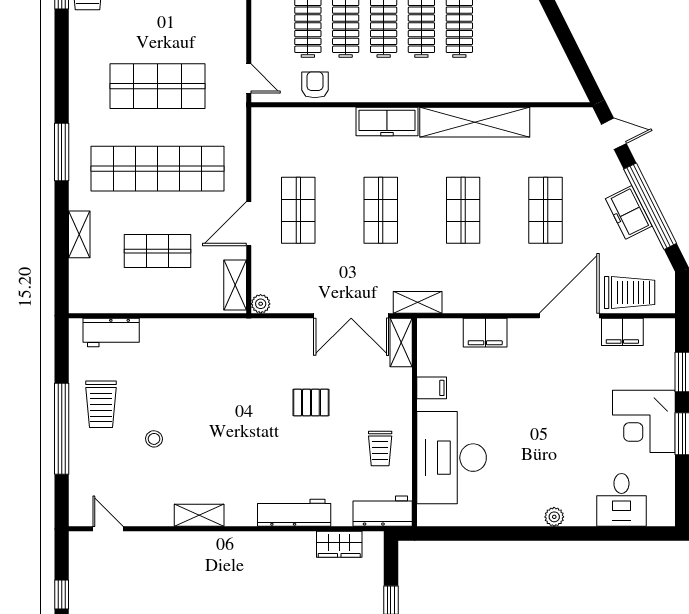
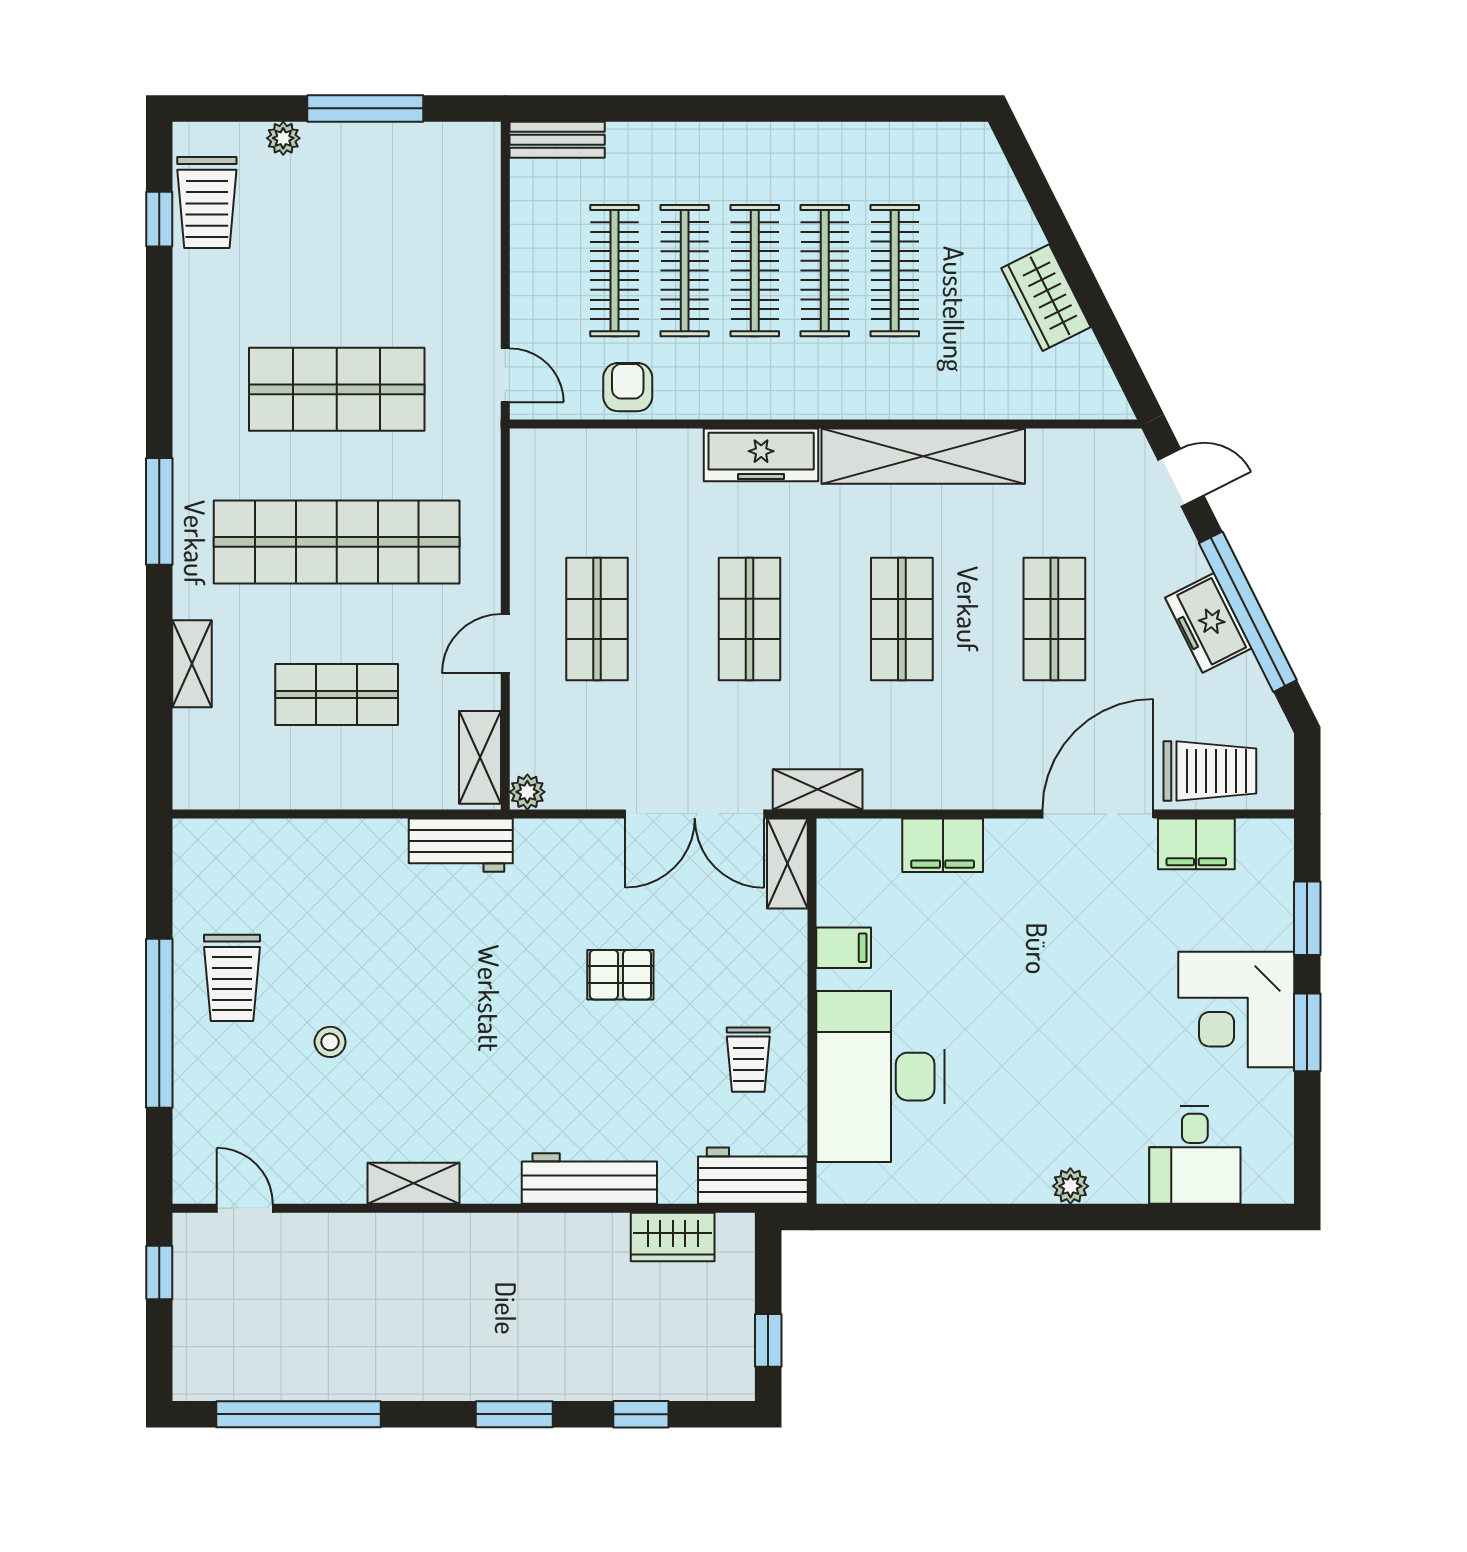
wardrobe: (541, 37) -> (1046, 298), added
door: (249, 224) -> (505, 644), width x0.73
workbench: (111, 332) -> (461, 845), moved
window: (62, 594) -> (159, 1272), moved

